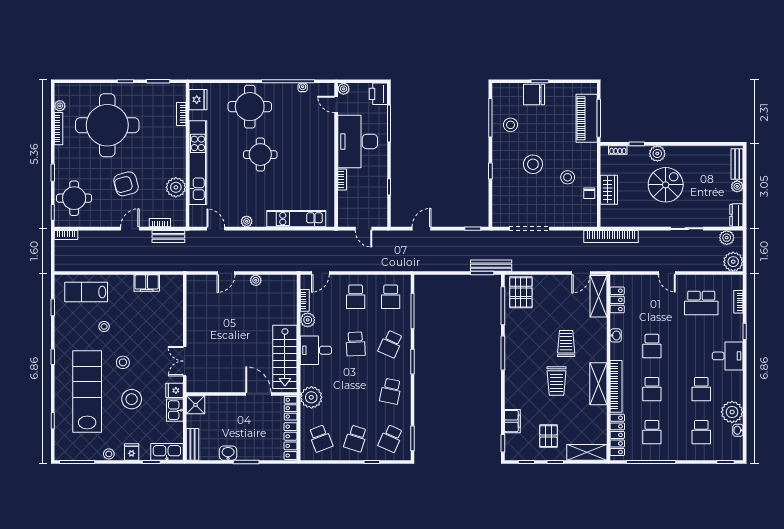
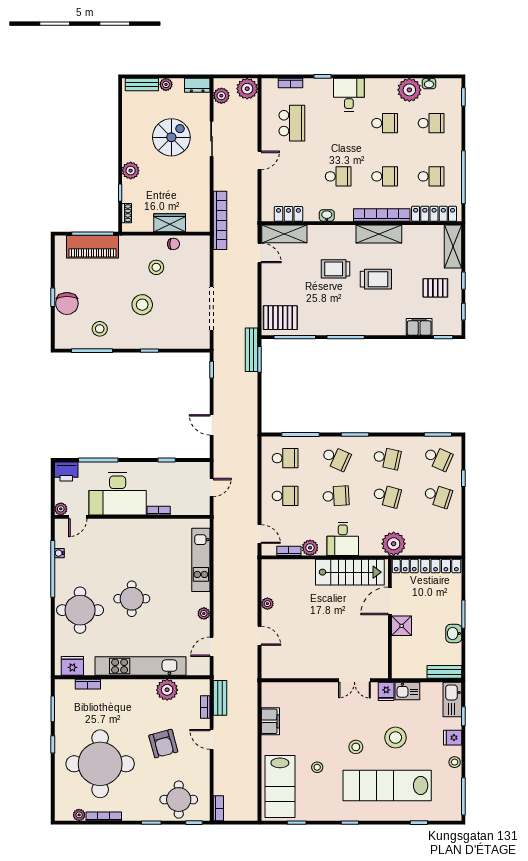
spiral stairs: (666, 185) -> (171, 137), moved, turned 90
lab bench: (86, 292) -> (280, 787), width x1.36, depth x1.39
shower: (196, 405) -> (402, 626), moved
school desk: (321, 438) -> (387, 496), moved, turned 36

